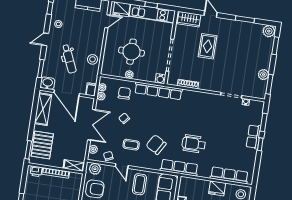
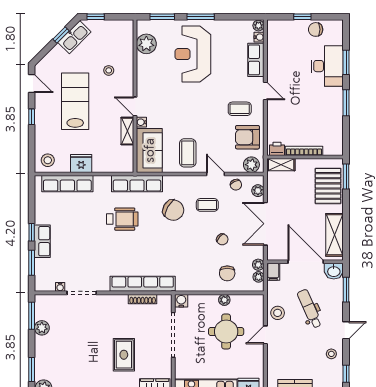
door: (107, 21) -> (265, 335), moved
row of seats: (158, 91) -> (143, 284), moved
printer: (36, 171) -> (277, 149), moved

